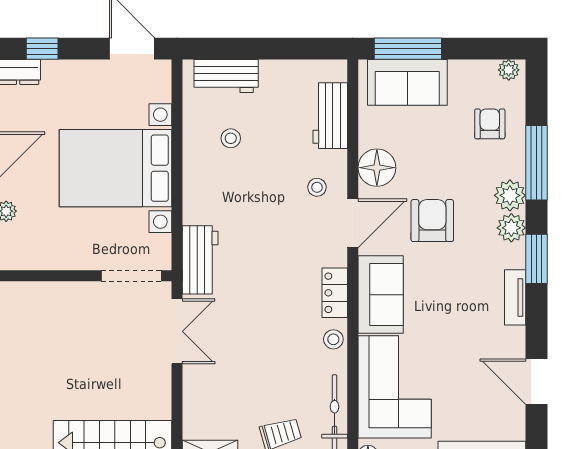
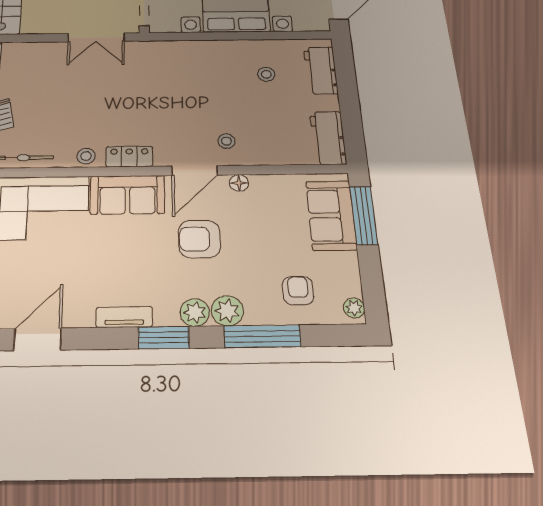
workbench: (330, 116) -> (328, 138), moved, turned -90
armchair: (490, 124) -> (298, 291), turned -90
floor lamp: (377, 168) -> (239, 183), width x0.53, depth x0.53
armchair: (432, 221) -> (199, 239), turned 180
door: (353, 223) -> (194, 171), hinge flipped
workbench: (200, 260) -> (158, 53), removed

